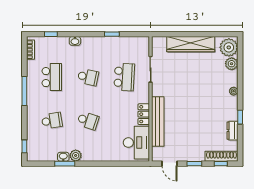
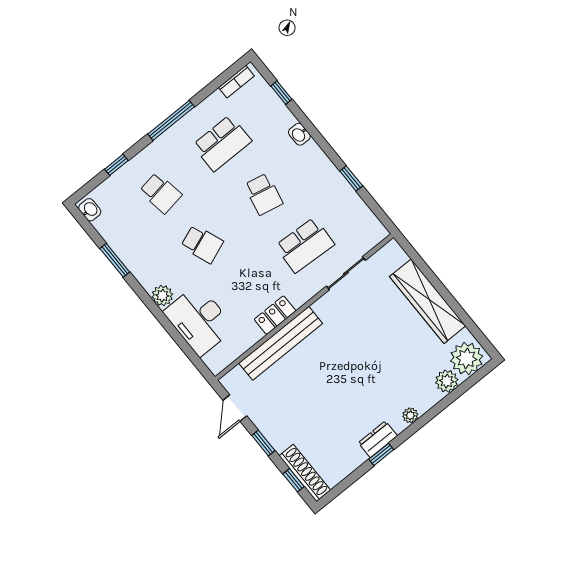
school desk: (88, 121) -> (202, 244), turned -39
dresser: (232, 131) -> (378, 439), moved
desk: (136, 143) -> (199, 320), moved, turned 90
window: (24, 146) -> (116, 165), moved
plant: (76, 155) -> (162, 296), moved
washbasin: (63, 157) -> (90, 210), moved

